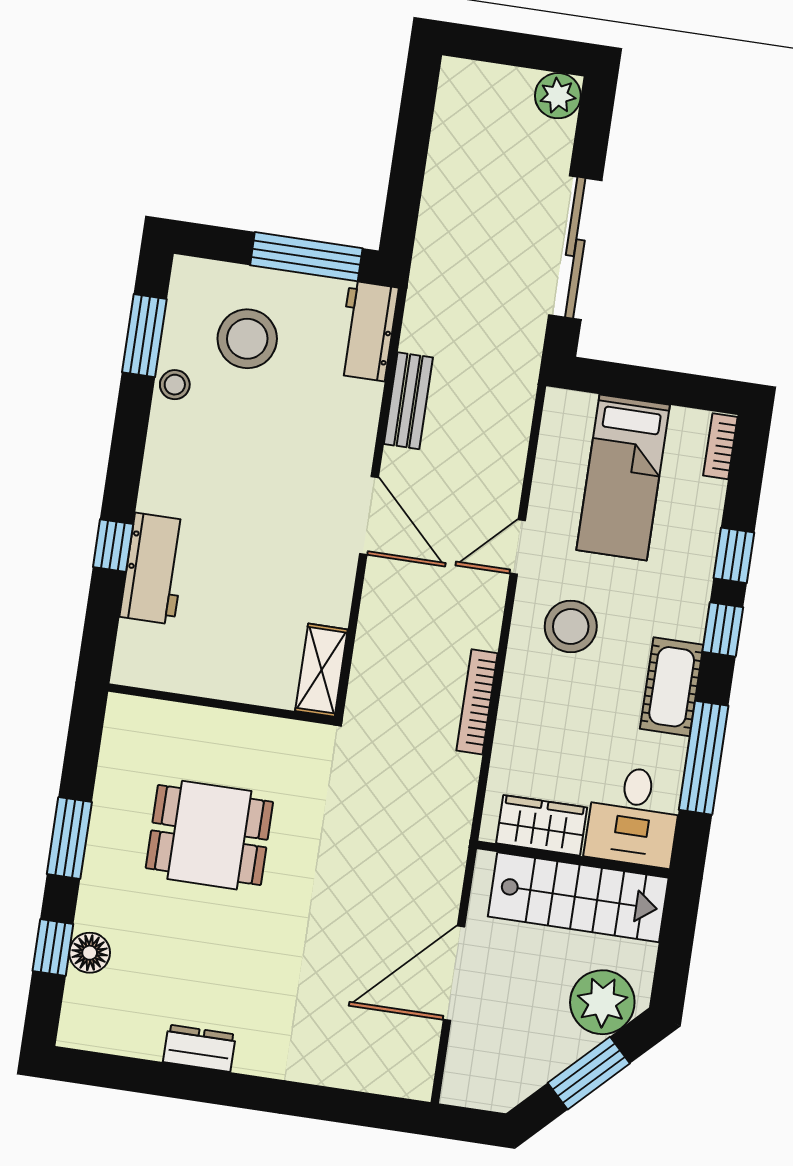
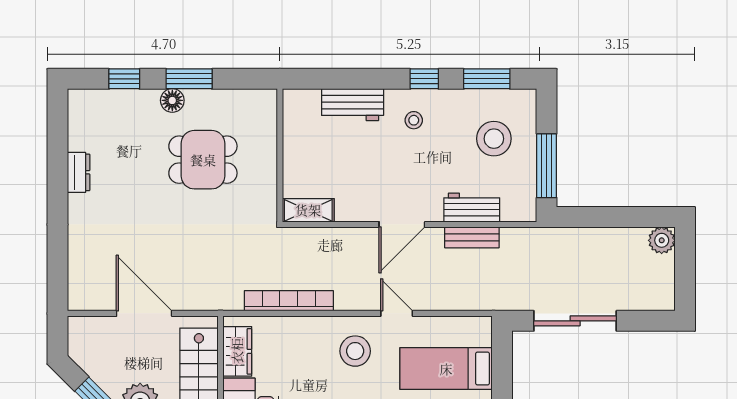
plant: (558, 96) -> (662, 240), moved
workbench: (367, 331) -> (472, 208), moved
stool: (175, 385) -> (414, 120), moved
window: (113, 546) -> (424, 79), moved
bookcase: (477, 702) -> (289, 301), width x1.48, depth x1.31
dining table: (209, 835) -> (203, 160), turned 90
floor lamp: (90, 953) -> (172, 100), moved

